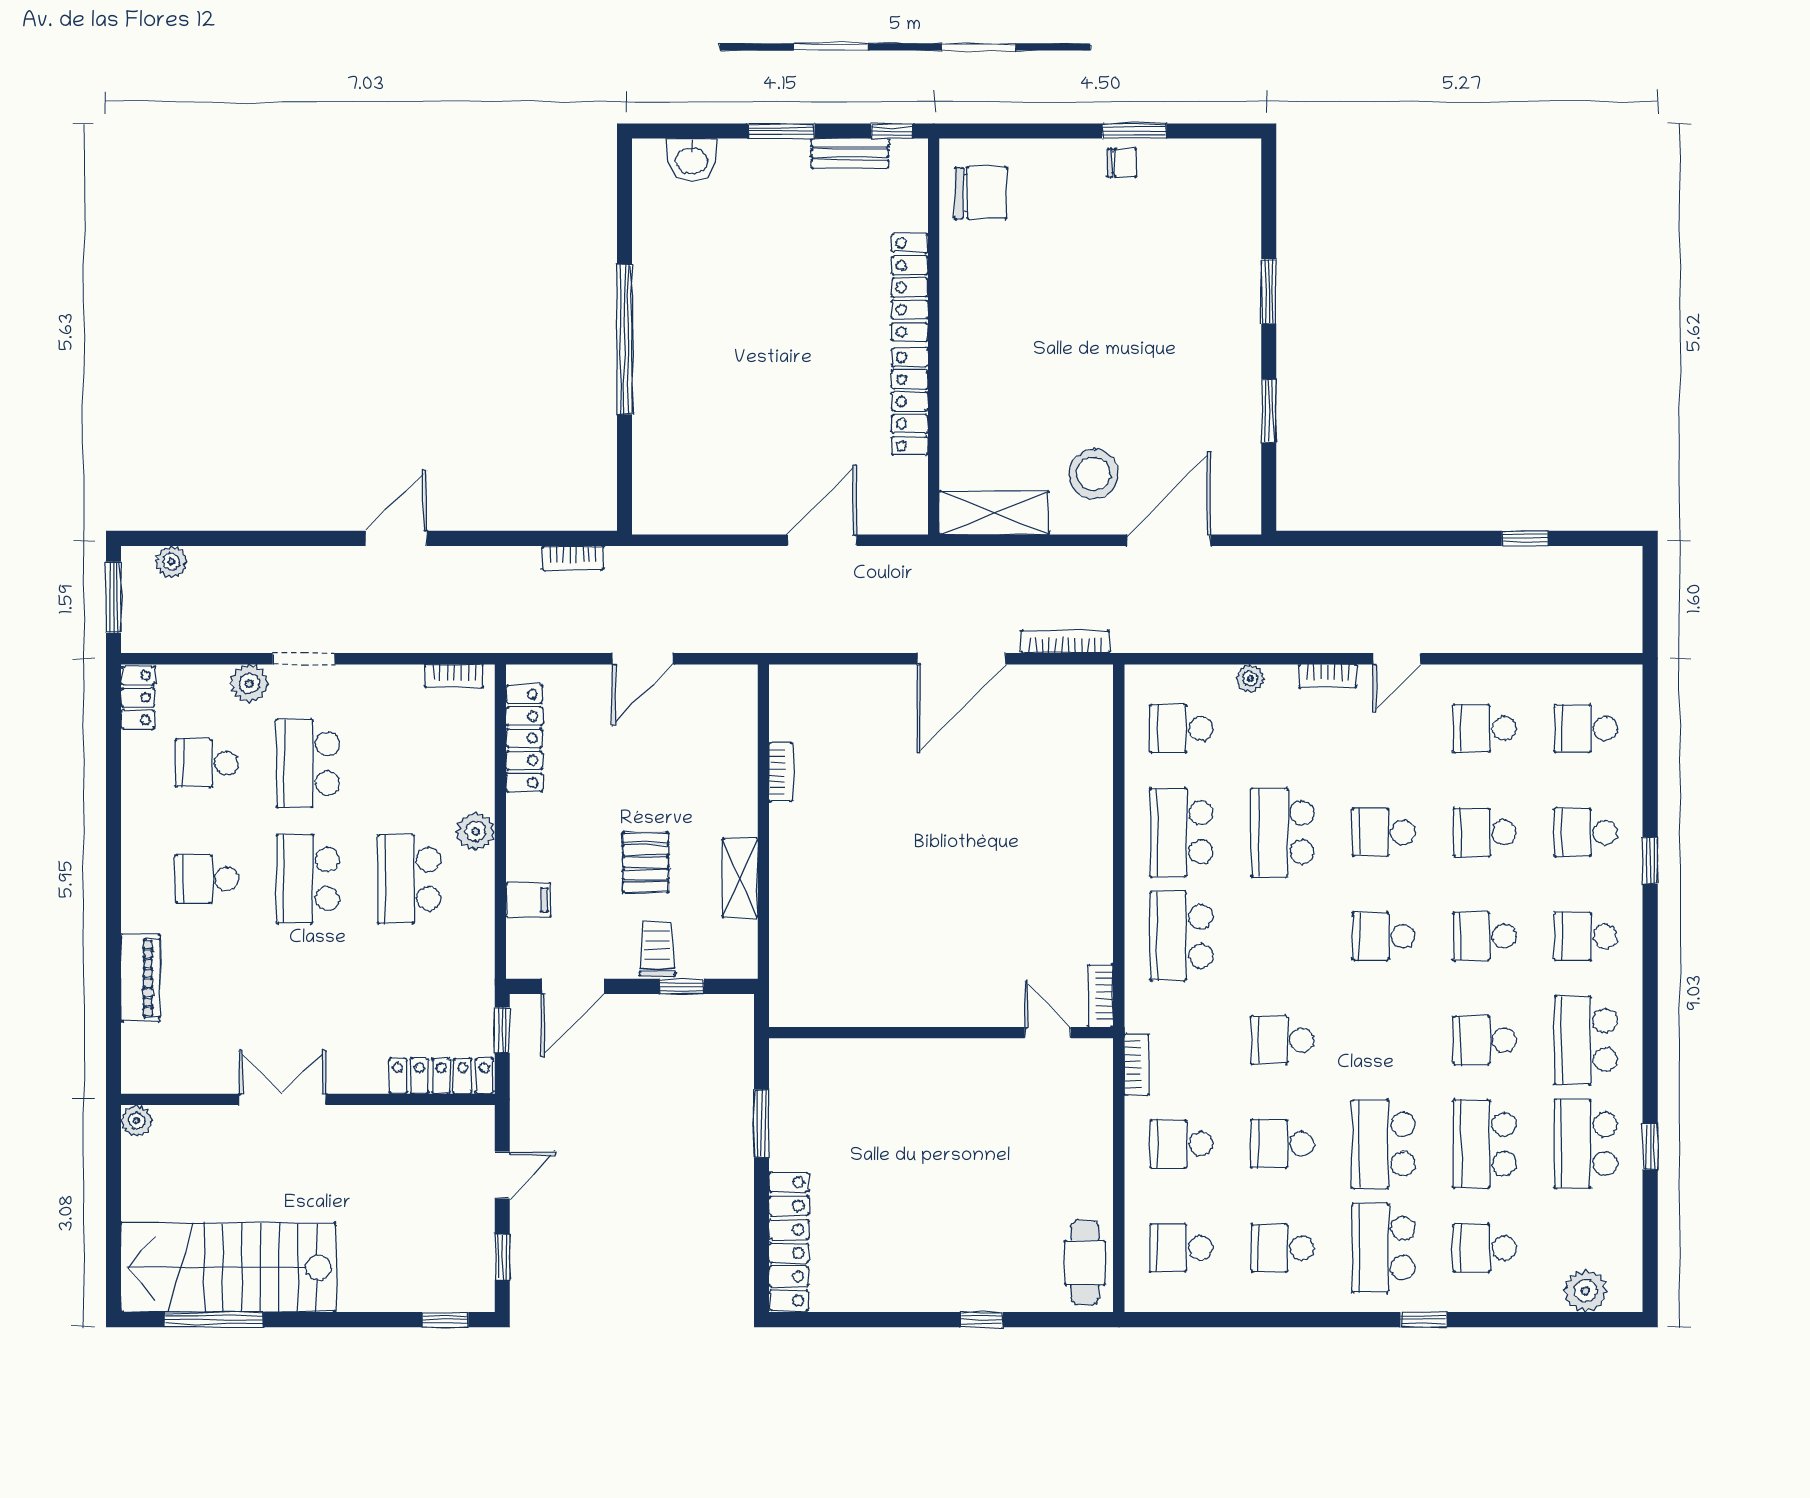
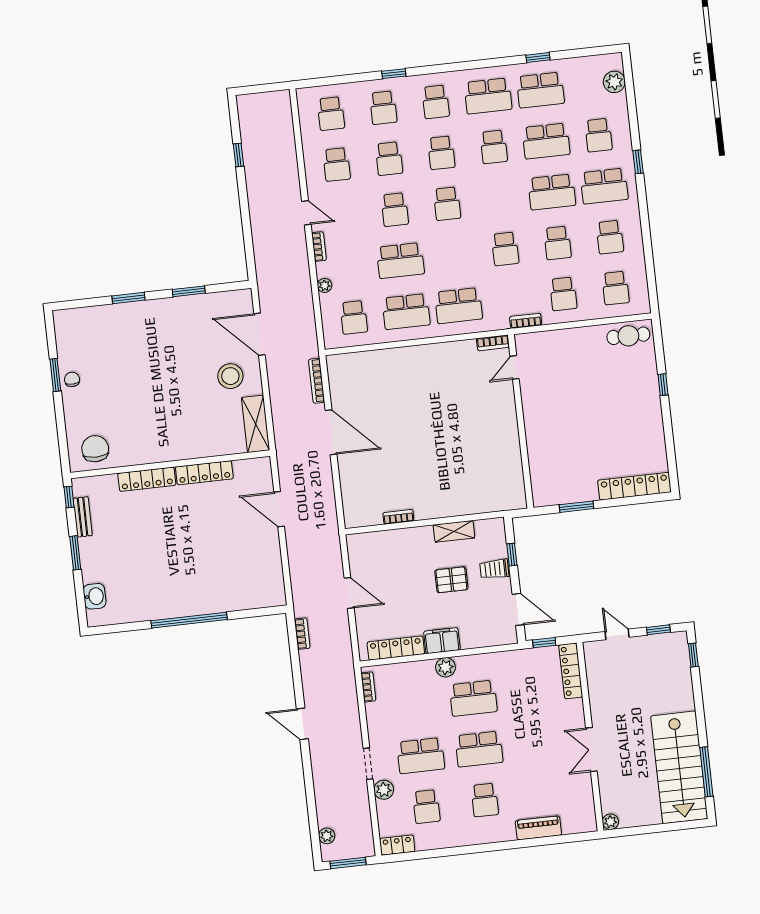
filing cabinet: (529, 900) -> (442, 641), moved, width x2.00

